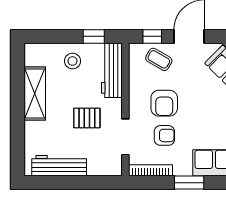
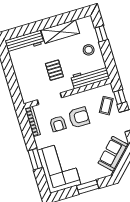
window: (94, 36) -> (101, 34), moved
armchair: (164, 103) -> (79, 117), turned 180
workbench: (59, 166) -> (24, 42), moved, turned 90
window: (189, 183) -> (35, 159), moved

